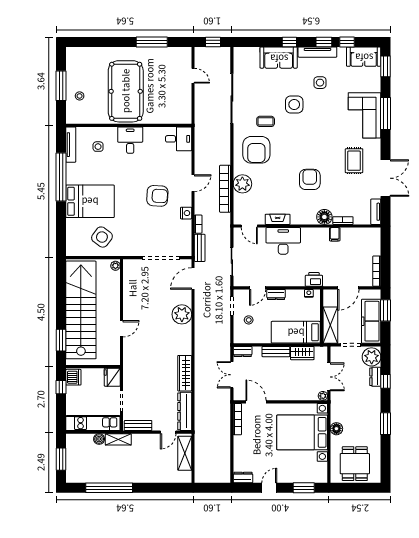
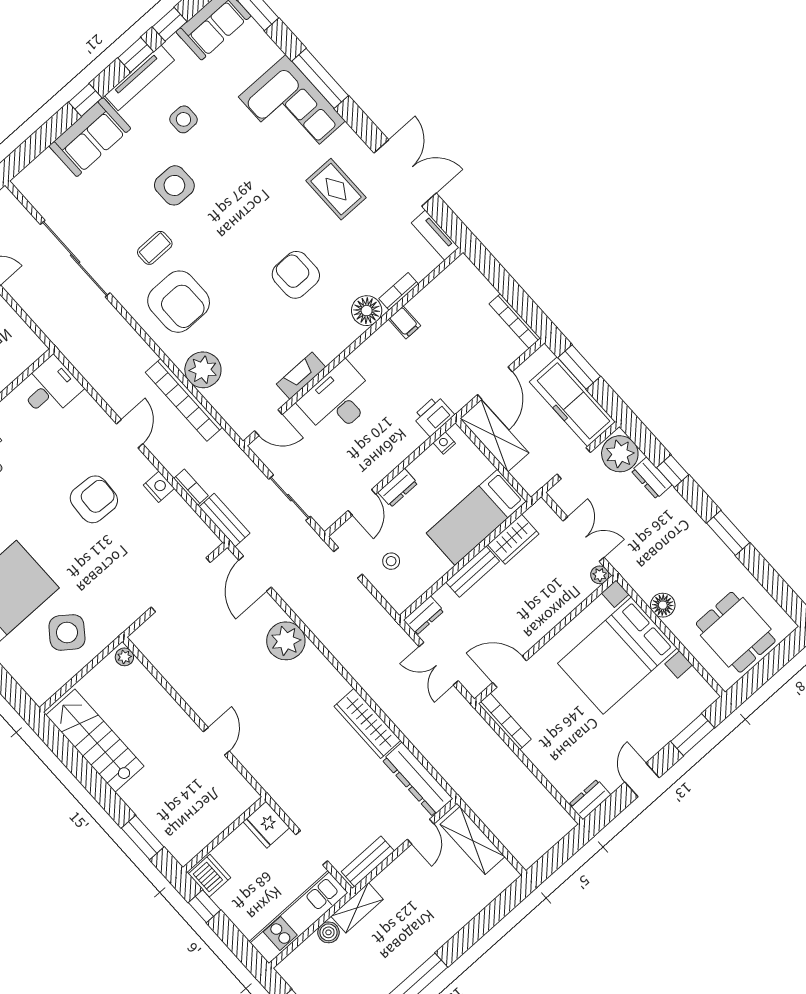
stairs: (81, 310) -> (95, 741), width x0.54, depth x0.66
shelving: (330, 325) -> (494, 436), moved

